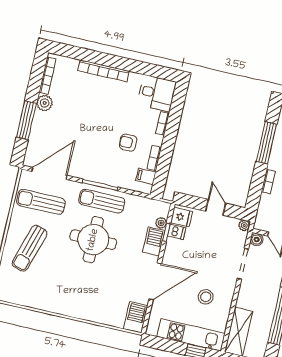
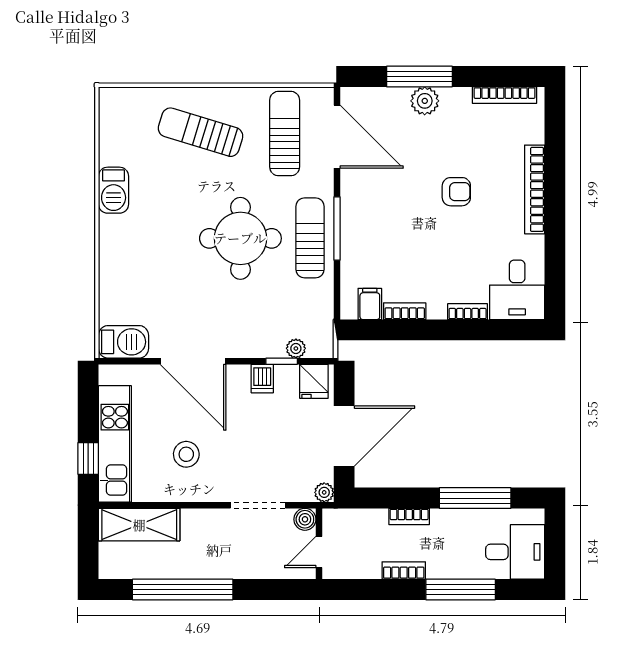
plant: (45, 103) -> (425, 101), moved
armchair: (128, 143) -> (456, 192), moved, turned 90
door: (216, 207) -> (344, 436), width x1.88
dishwasher: (177, 232) -> (262, 379), moved
barbecue: (154, 241) -> (114, 190), moved, turned 90

